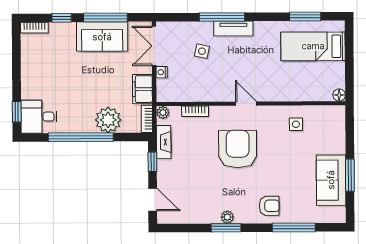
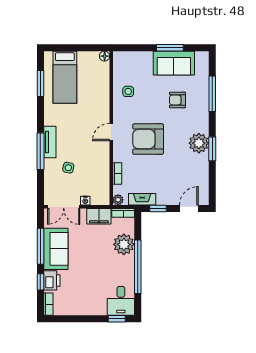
printer: (63, 32) -> (52, 280), added
armchair: (269, 206) -> (177, 100), moved, turned -90
plant: (227, 217) -> (199, 143), width x1.87, depth x1.87

